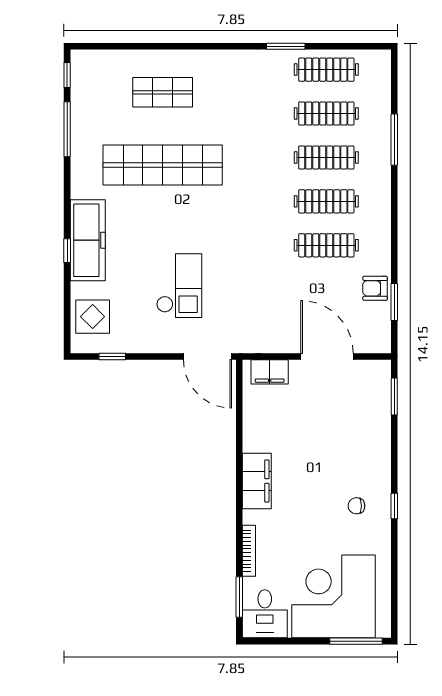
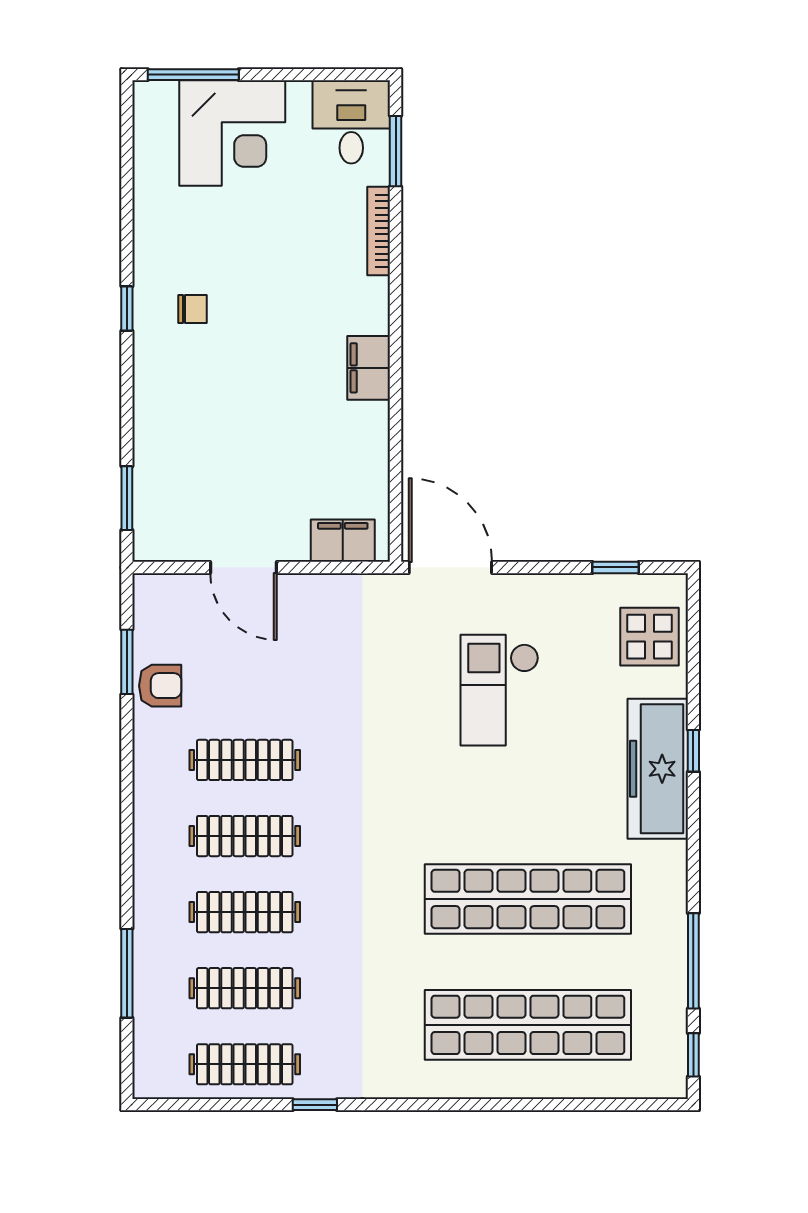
window: (286, 46) -> (315, 1105), width x0.67
shop shelf: (163, 92) -> (528, 1025), width x2.00, depth x1.36
window: (394, 140) -> (127, 973), moved
door: (327, 356) -> (243, 567), width x0.73
filing cabinet: (257, 481) -> (369, 368), width x0.67, depth x0.86
corner desk: (333, 596) -> (232, 133), width x0.74, depth x0.74

